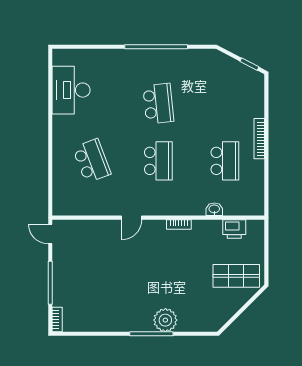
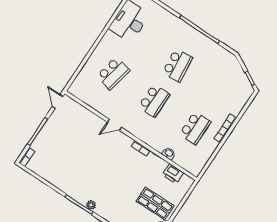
school desk: (92, 161) -> (113, 73), turned 33
plant: (165, 320) -> (91, 205), width x0.53, depth x0.53

